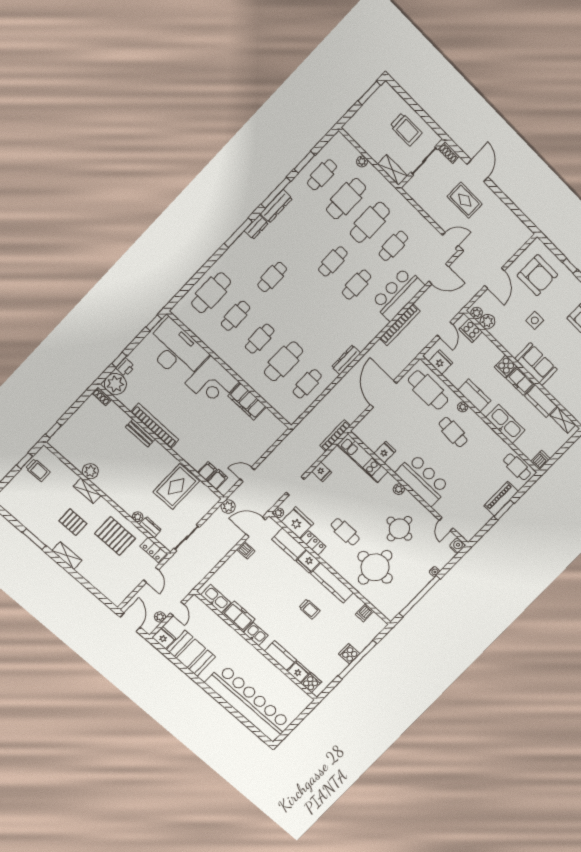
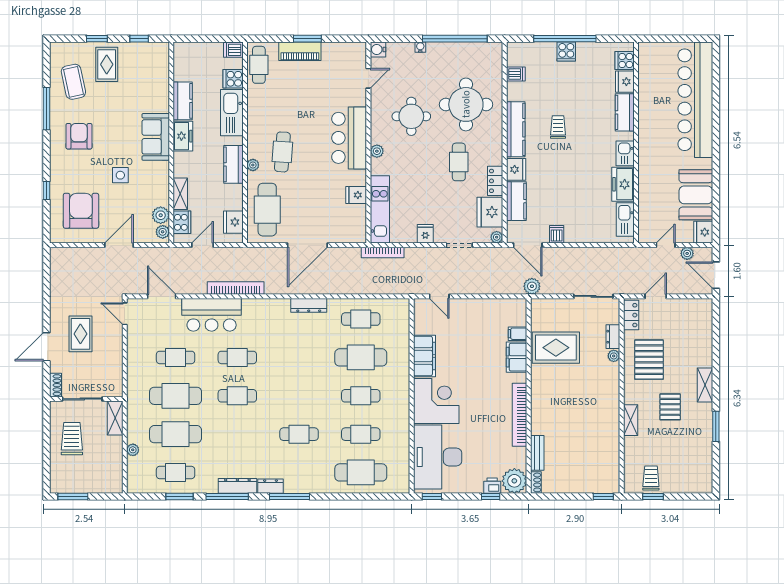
cooker: (505, 366) -> (233, 79), moved, turned 180
shelving: (563, 420) -> (180, 194), moved
bench: (140, 433) -> (537, 453), moved
plant: (90, 471) -> (611, 433), removed
door: (247, 474) -> (439, 296), moved
filing cabinet: (217, 479) -> (517, 357), moved, width x2.00
door: (130, 622) -> (716, 275), hinge flipped

